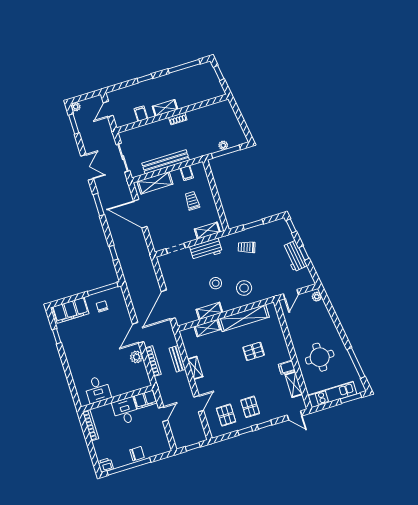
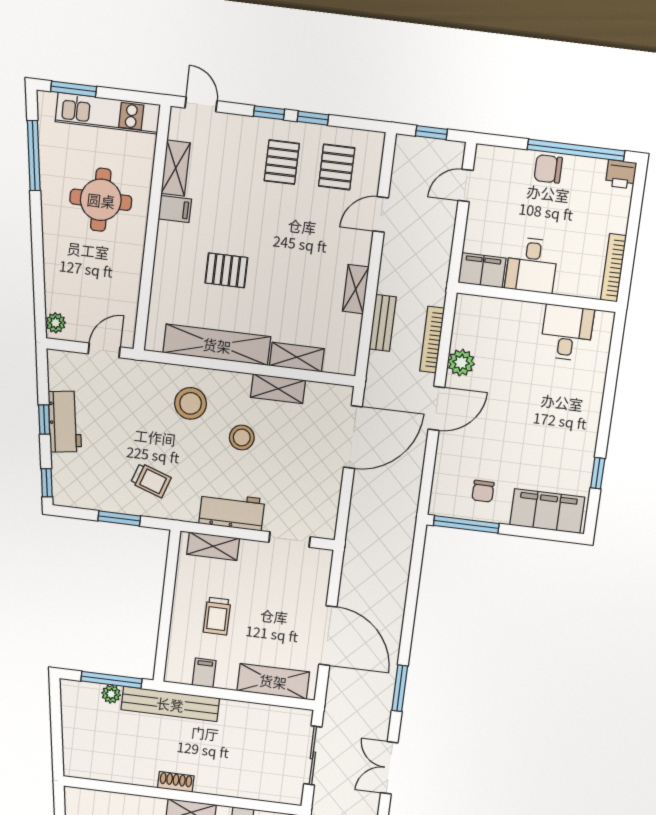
bench: (166, 162) -> (170, 704), moved
window: (113, 253) -> (413, 584), removed
door: (163, 414) -> (466, 185), moved

